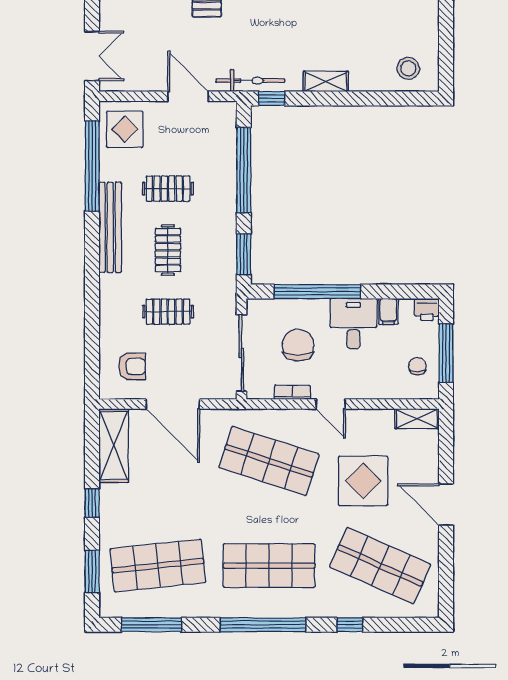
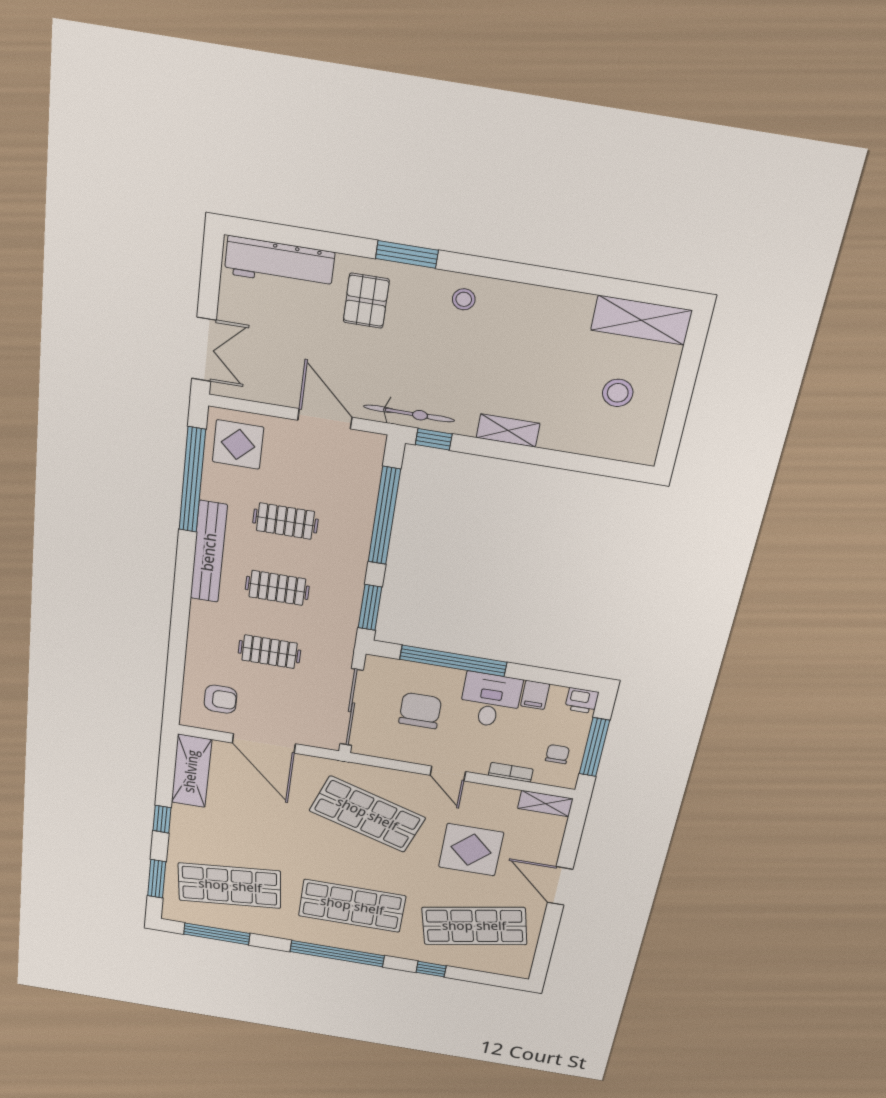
stool: (408, 68) -> (618, 393), moved
clothes rail: (168, 250) -> (277, 588), turned 90
bookcase: (292, 392) -> (511, 772), moved
shop shelf: (380, 566) -> (474, 926), turned -36

